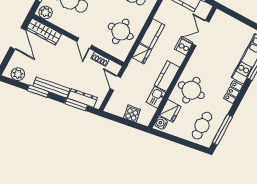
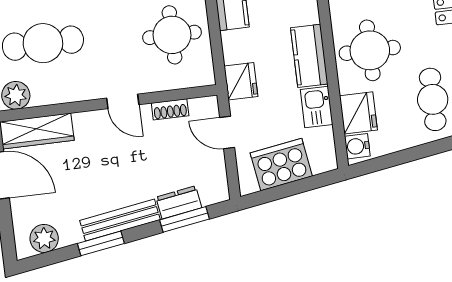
fridge: (142, 54) -> (241, 81), moved
dresser: (82, 98) -> (179, 202), width x0.70
cooker: (132, 114) -> (281, 165), width x1.87, depth x1.31

